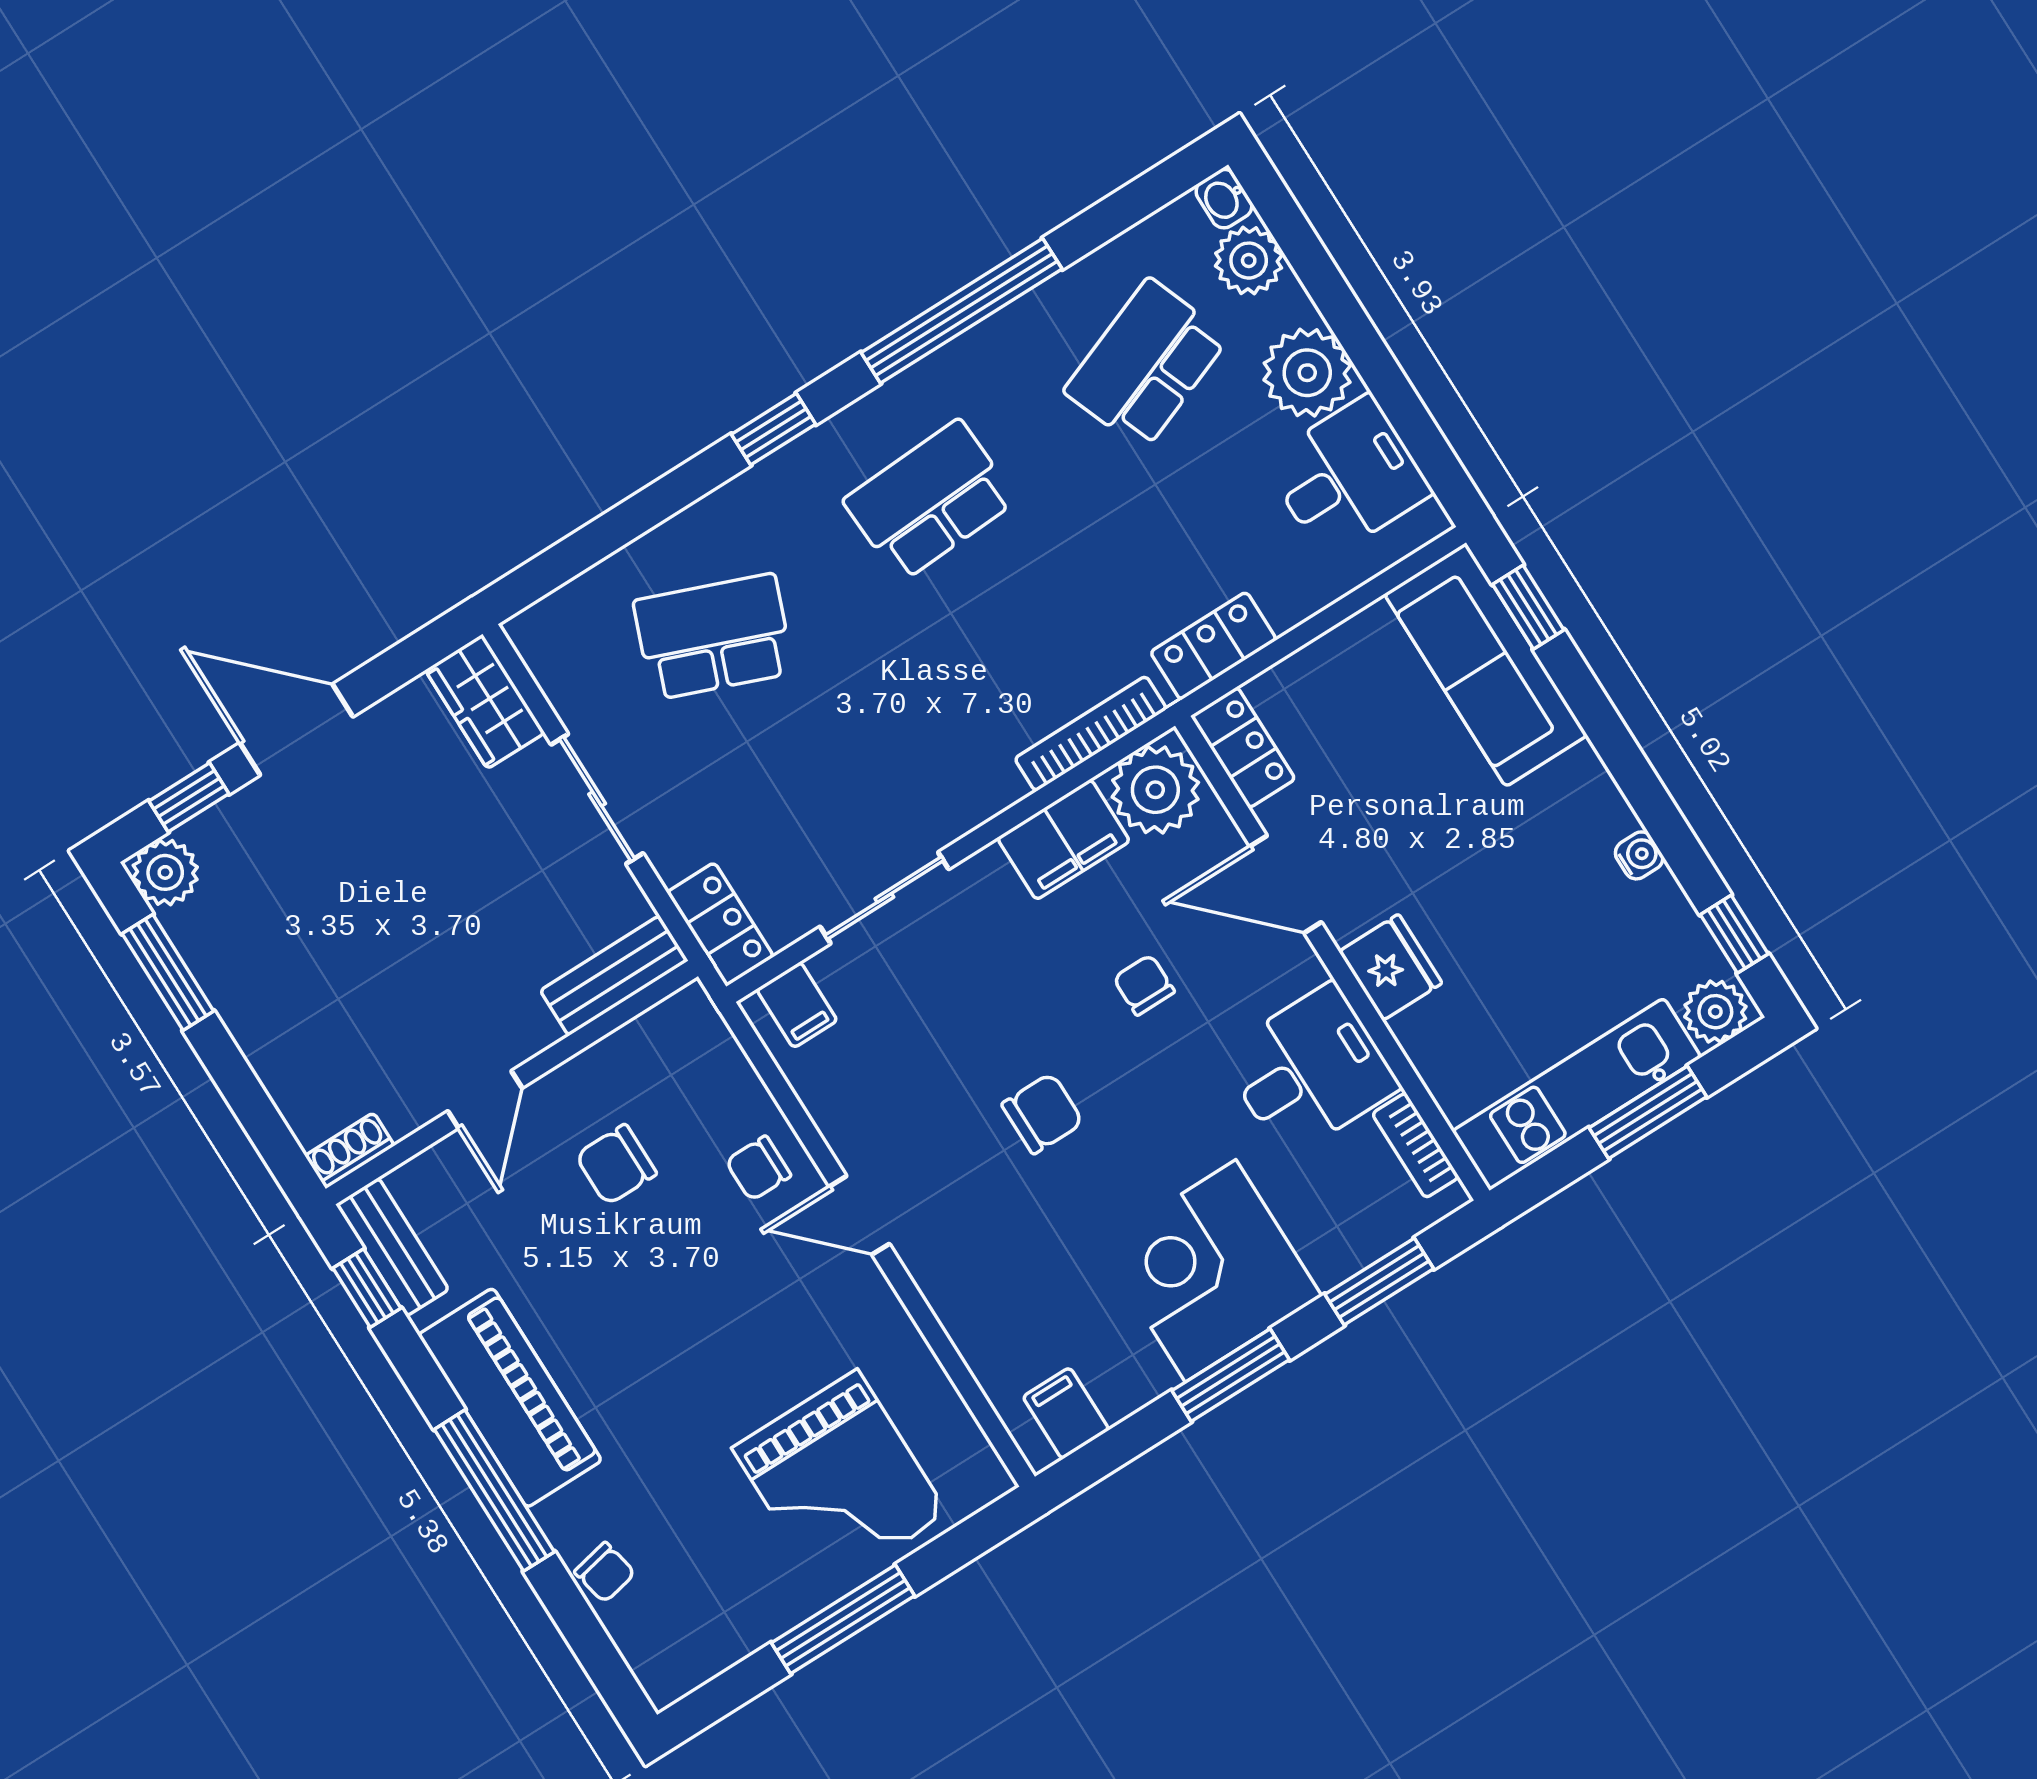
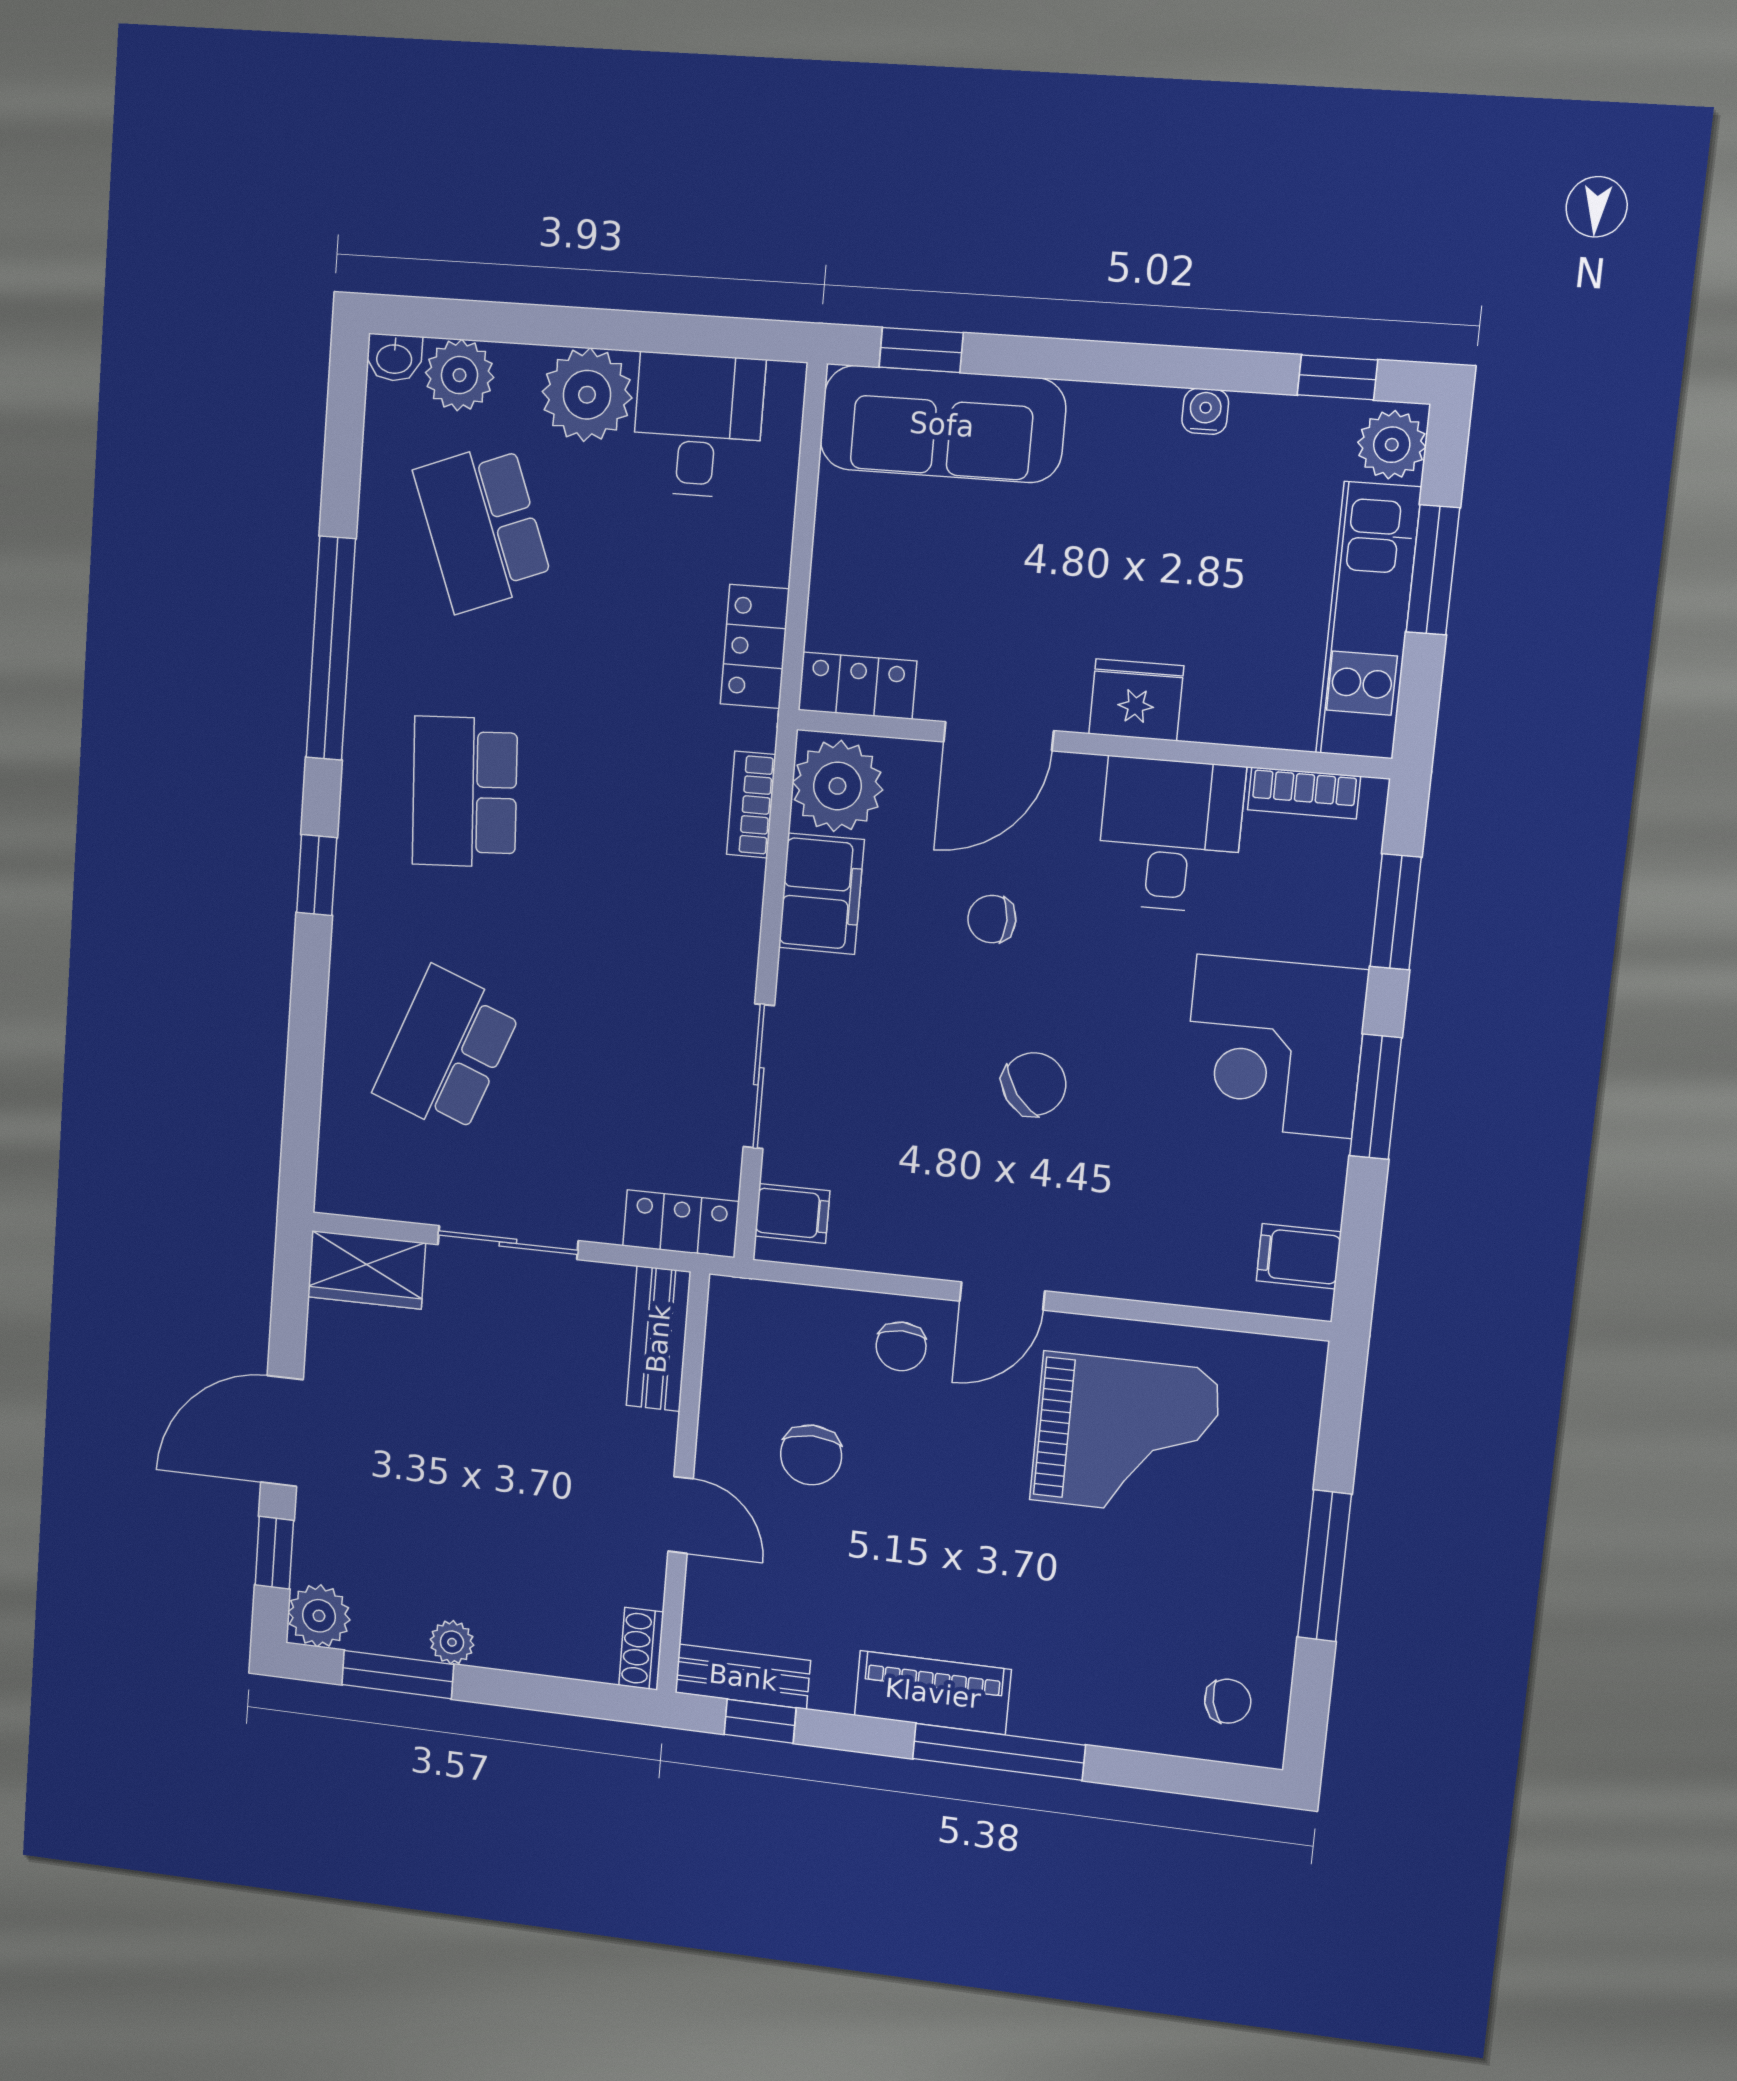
bookcase: (1091, 734) -> (751, 805), width x0.64
plant: (231, 996) -> (452, 1642), added
chair: (1042, 1113) -> (1034, 1084), turned 54
piano: (510, 1398) -> (933, 1693), width x0.73, depth x0.75
grand piano: (840, 1481) -> (1125, 1435), moved
chair: (605, 1572) -> (1228, 1701), moved

